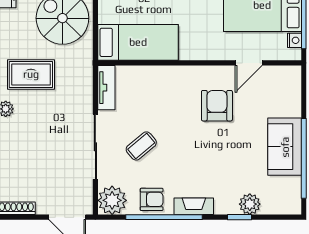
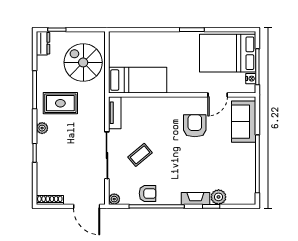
sofa: (285, 147) -> (244, 122), moved
plant: (112, 200) -> (114, 199), width x0.53, depth x0.53
fireplace: (194, 206) -> (195, 199), moved

